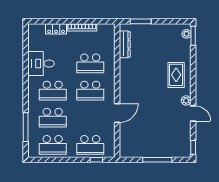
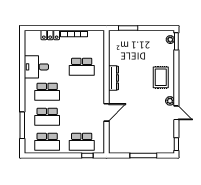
dresser: (125, 44) -> (113, 78), moved
school desk: (90, 91) -> (82, 92), removed

